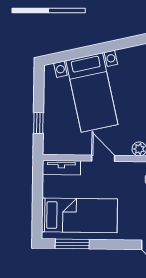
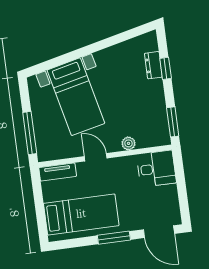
window: (38, 123) -> (30, 133), width x2.17
window: (72, 244) -> (114, 238), moved

